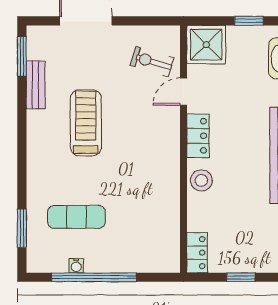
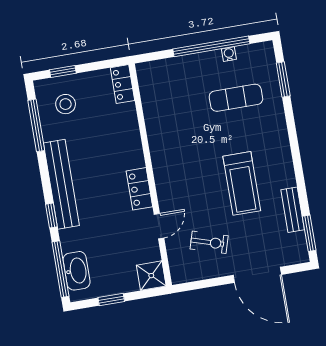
shower: (206, 45) -> (151, 276), width x0.73, depth x0.73
exercise bike: (152, 62) -> (209, 242), moved
stool: (201, 180) -> (66, 104), moved
window: (241, 277) -> (63, 71), moved

